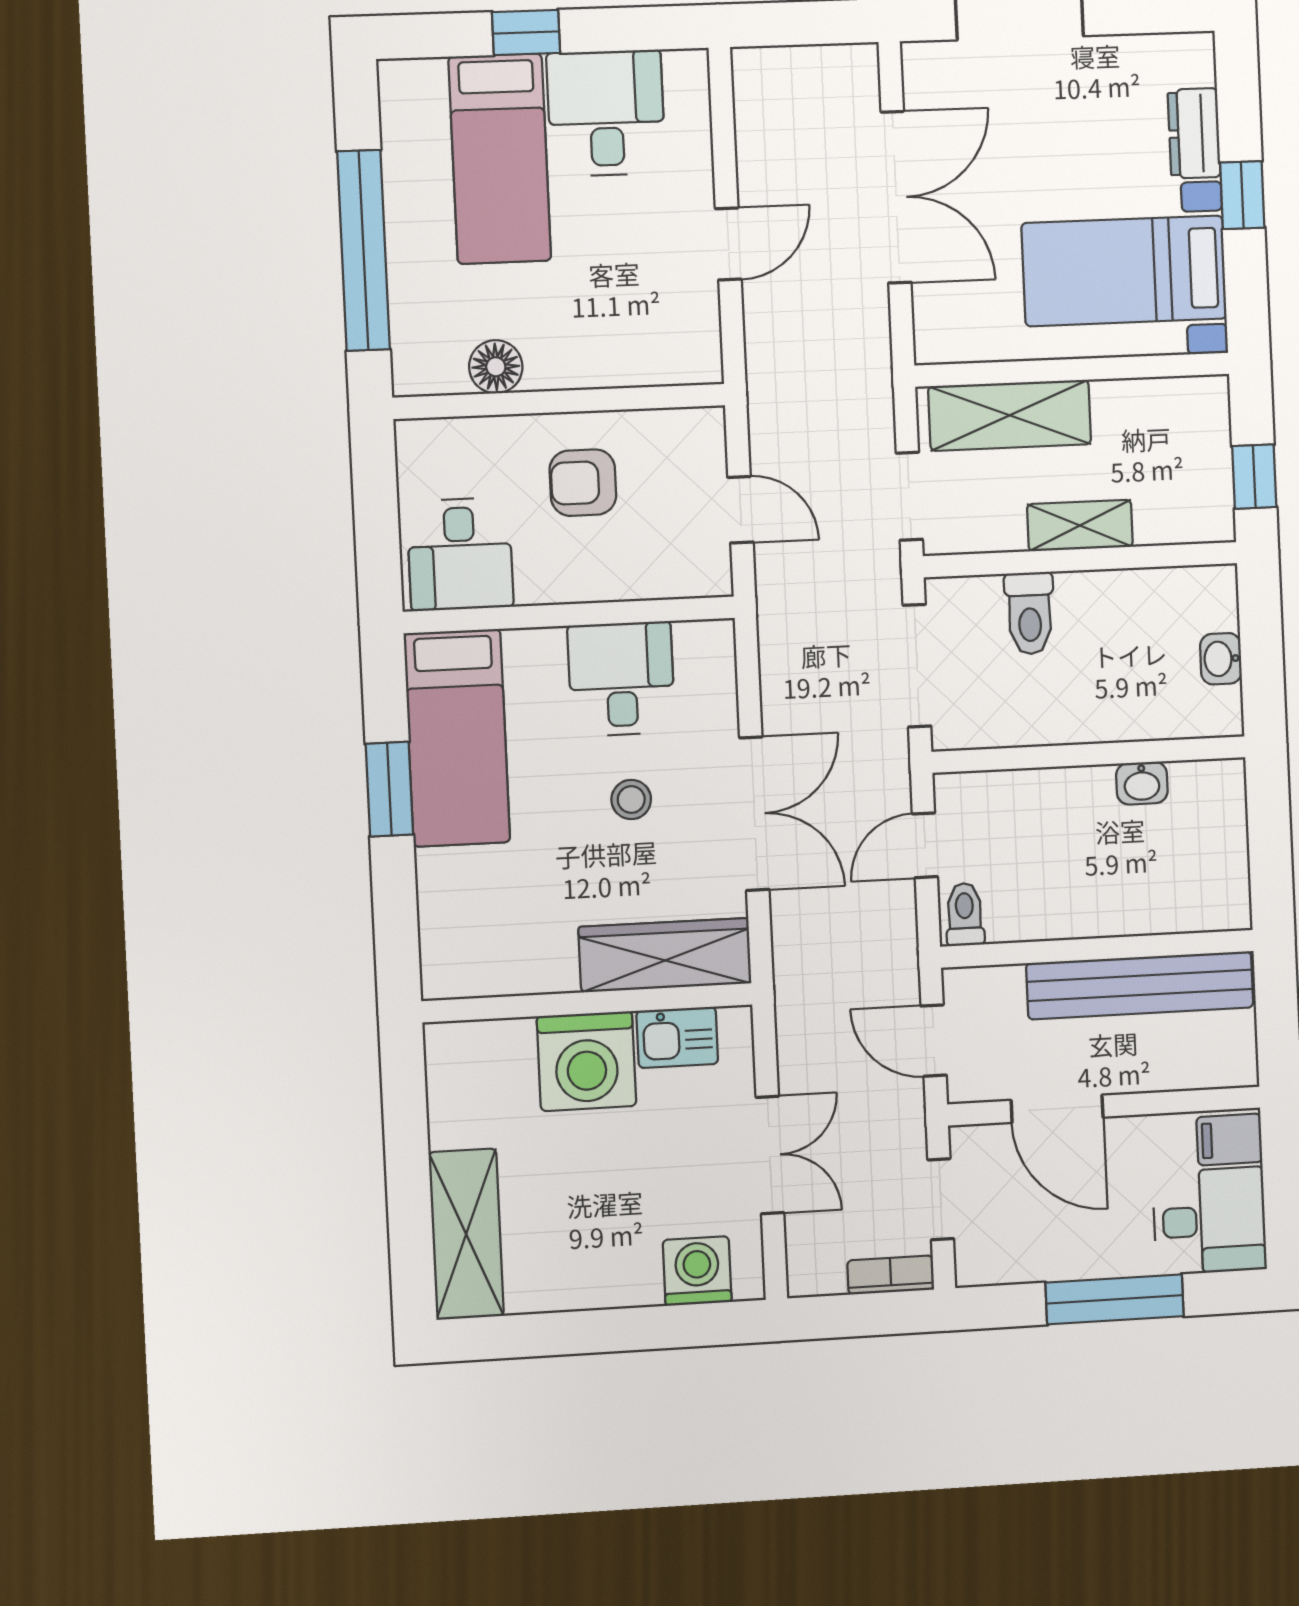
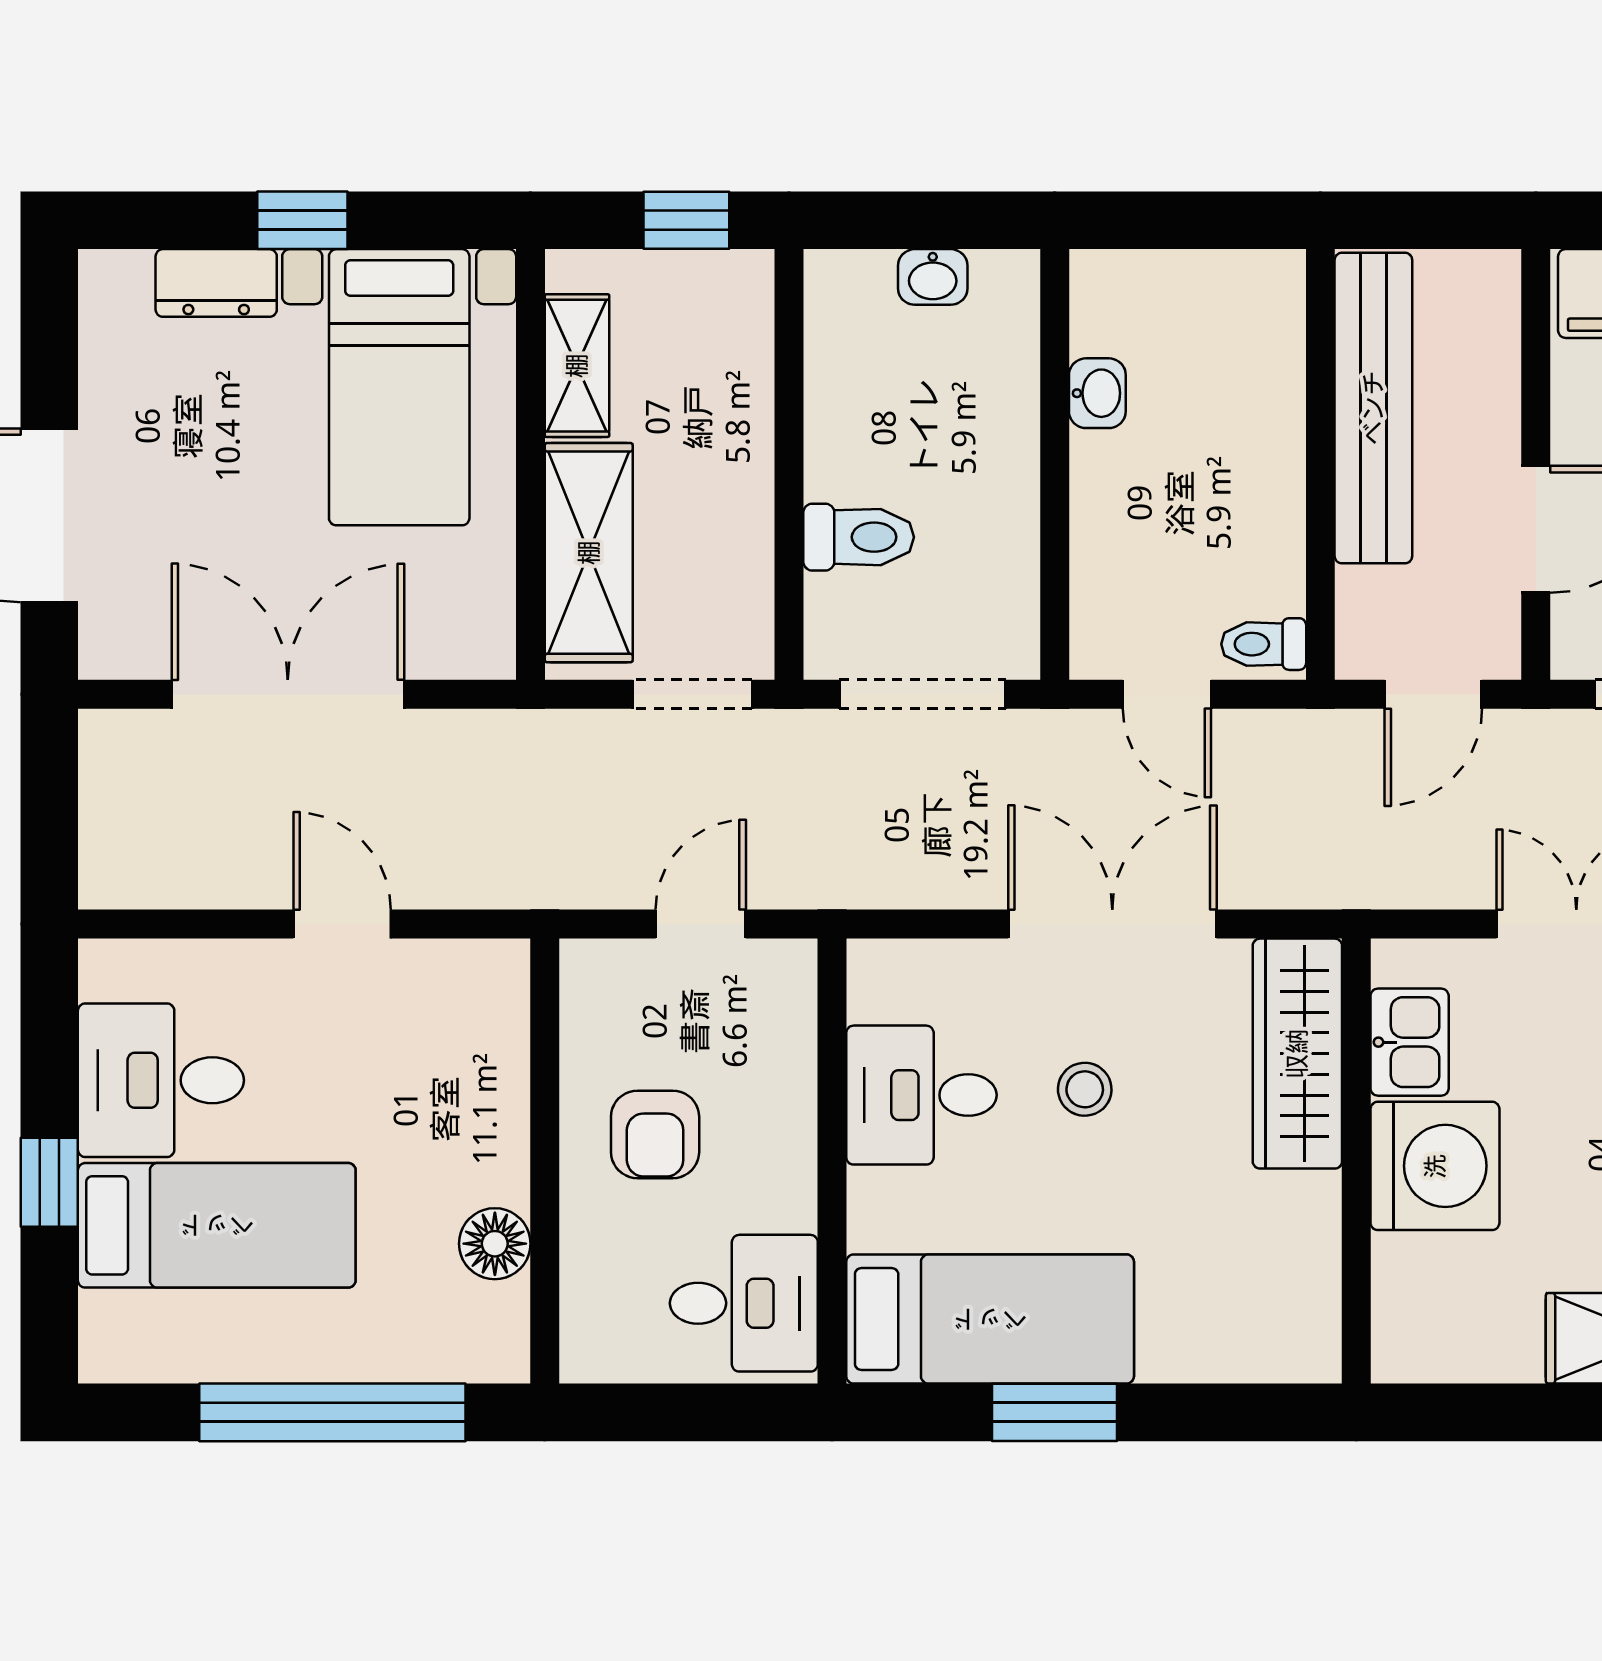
shelving: (1080, 526) -> (577, 366), moved

